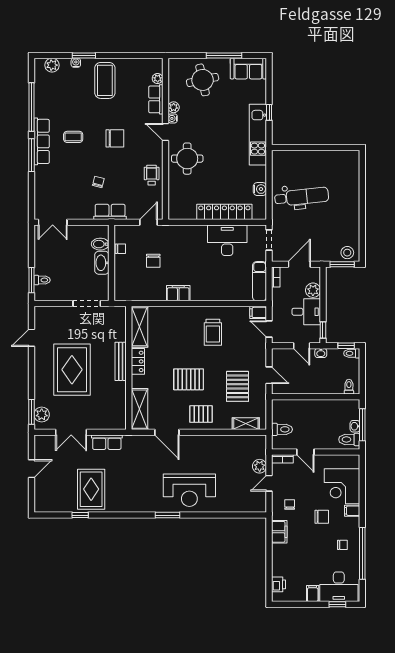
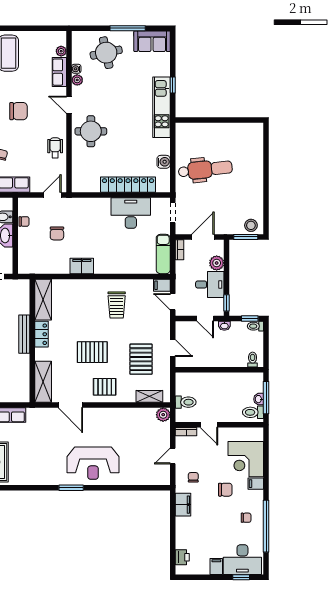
water cooler: (173, 118) -> (76, 69), moved
plant: (260, 466) -> (163, 415), moved

